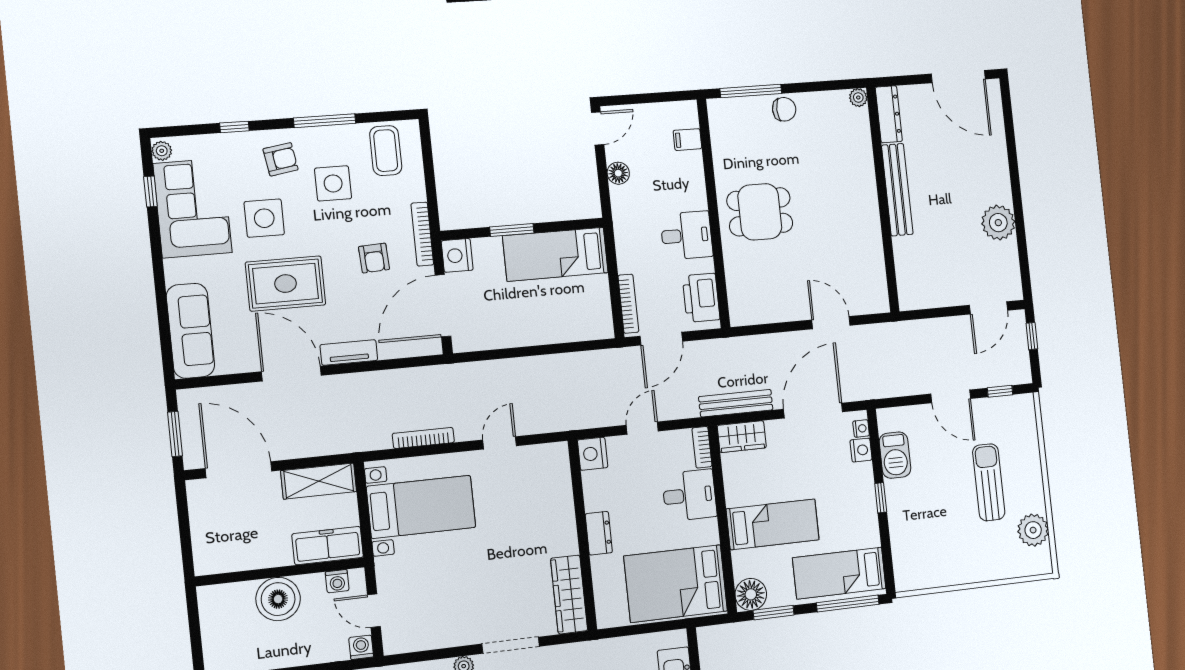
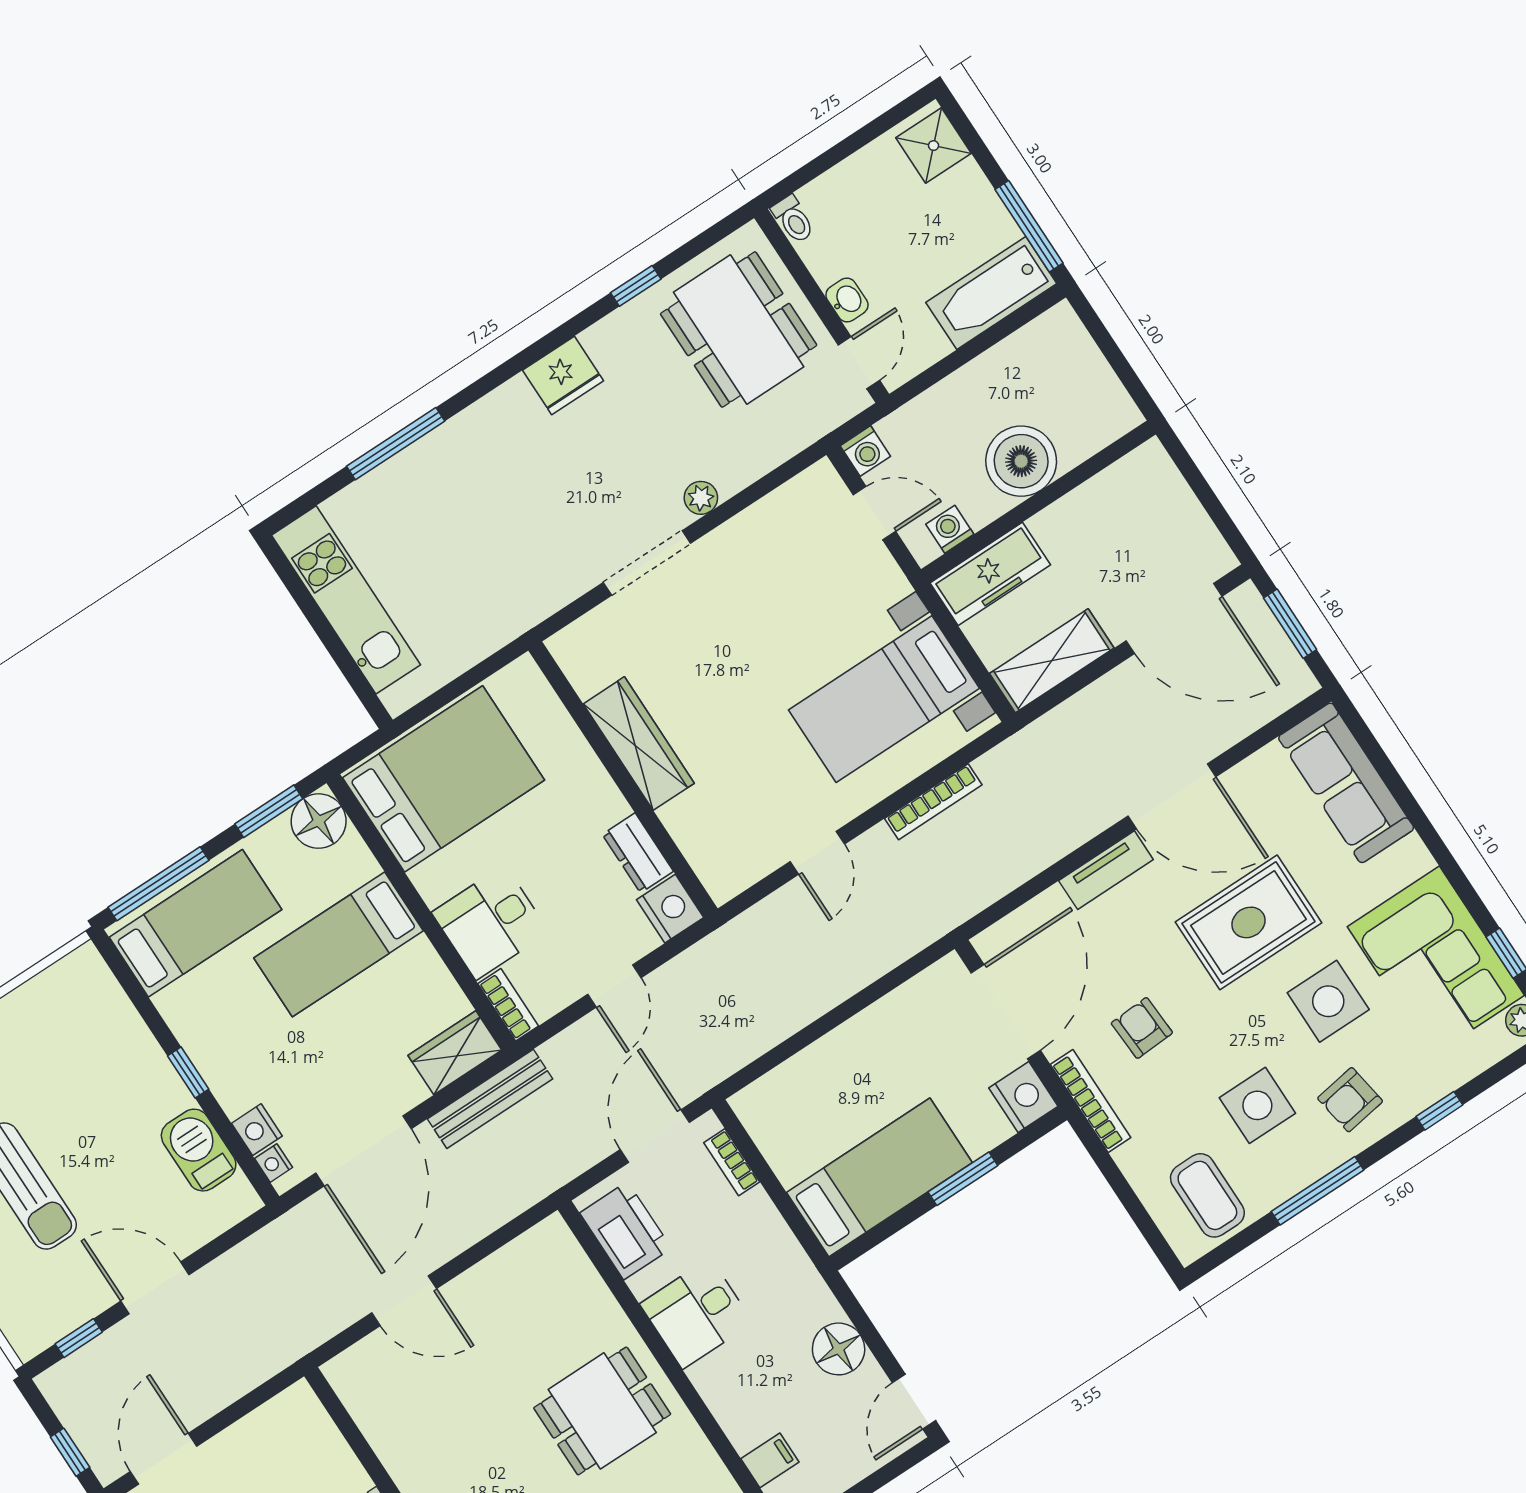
floor lamp: (618, 173) -> (839, 1349), width x1.38, depth x1.38
bookcase: (628, 304) -> (732, 1162), width x0.64
dresser: (599, 533) -> (638, 853), moved
wardrobe: (569, 594) -> (639, 744), moved

